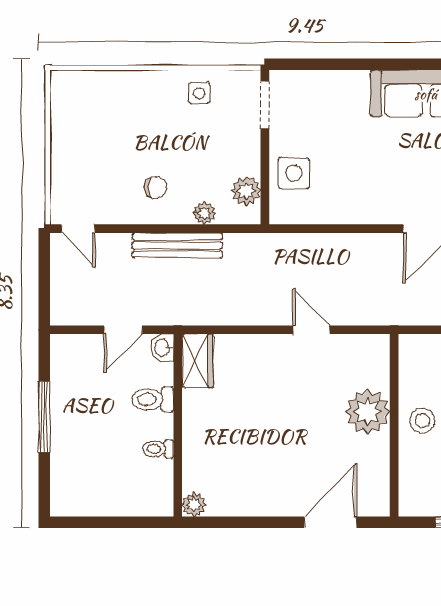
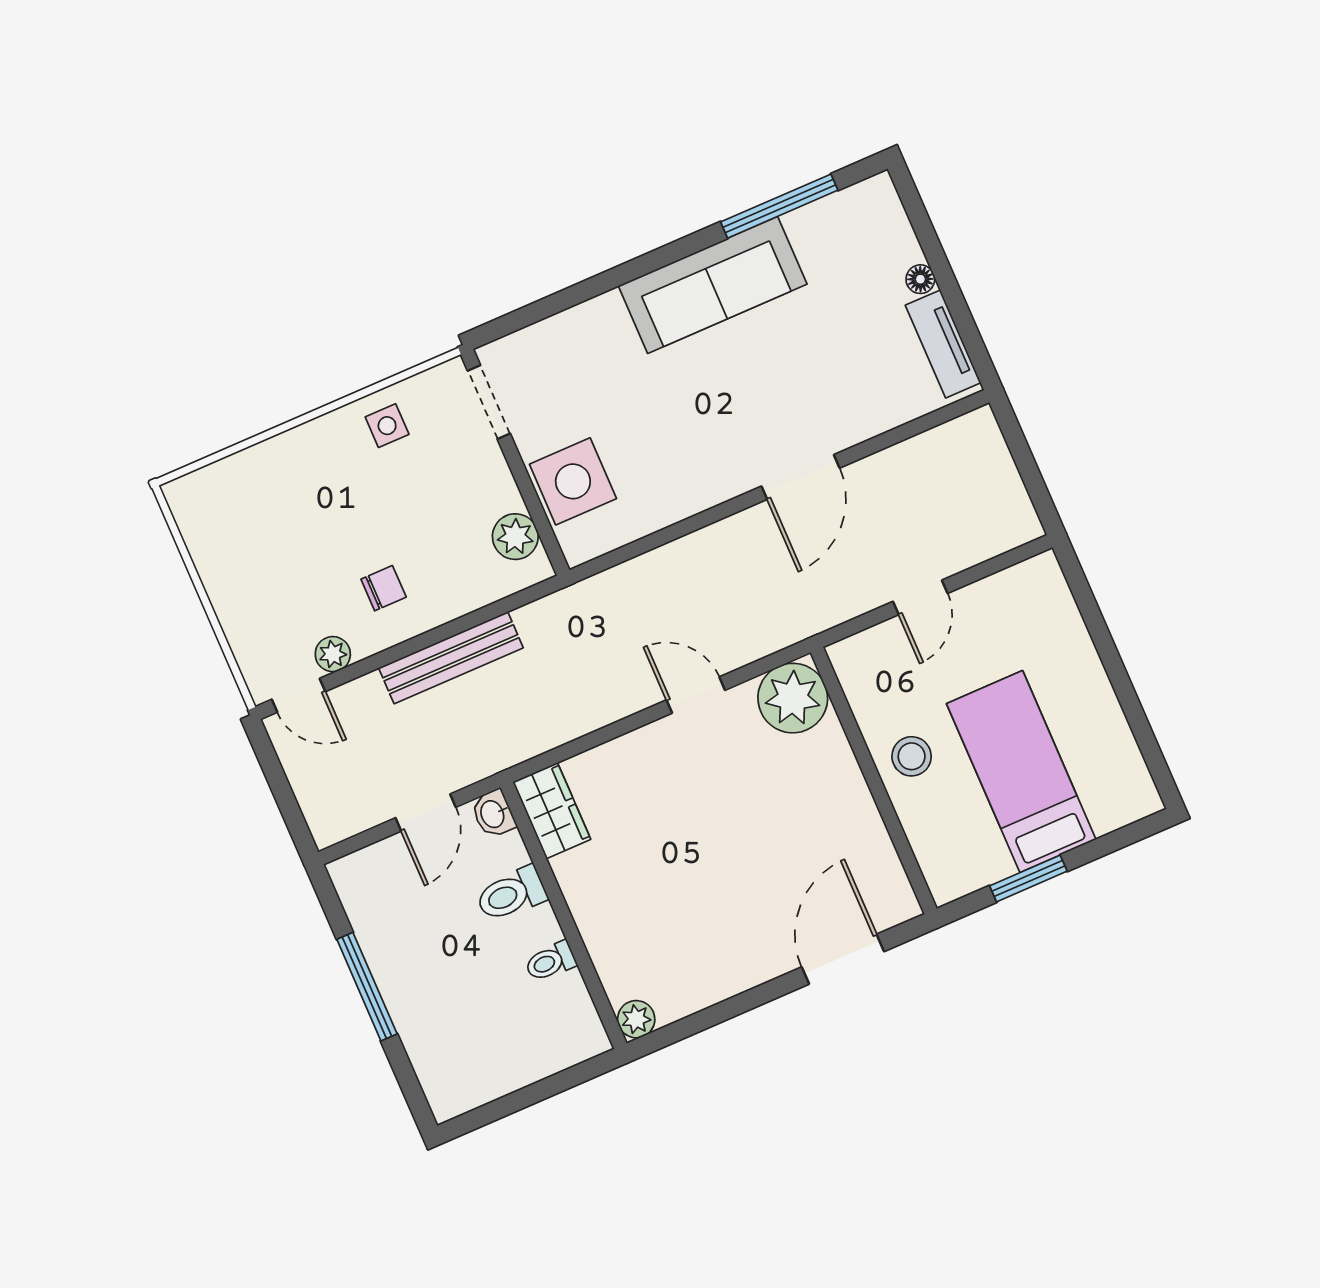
side table: (294, 173) -> (573, 481), width x1.37, depth x1.37
plant: (204, 213) -> (333, 654), moved
plant: (368, 412) -> (793, 698), moved

